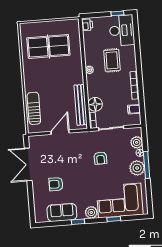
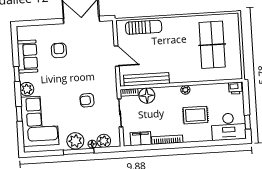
filing cabinet: (134, 109) -> (141, 139), width x2.00

